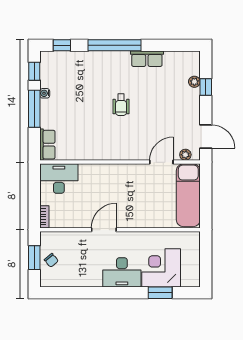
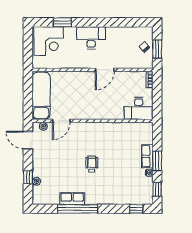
window: (115, 45) -> (78, 209), moved
window: (34, 109) -> (157, 161), width x0.69
row of seats: (47, 145) -> (147, 156), moved
corner desk: (161, 268) -> (49, 41), moved

